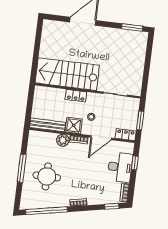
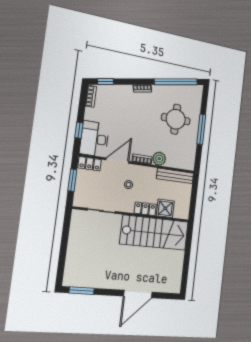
shower: (74, 125) -> (165, 208), moved
desk: (120, 167) -> (94, 139), moved

